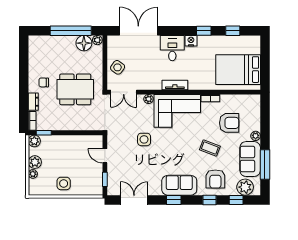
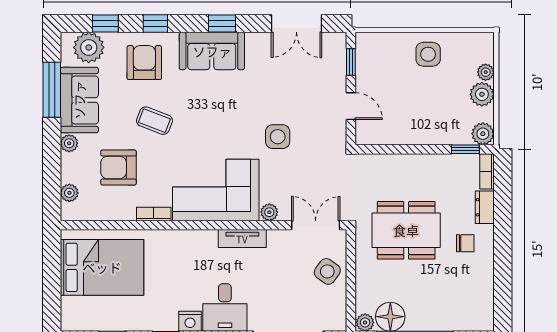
tv unit: (175, 85) -> (242, 239), moved
plant: (255, 109) -> (69, 193), added

